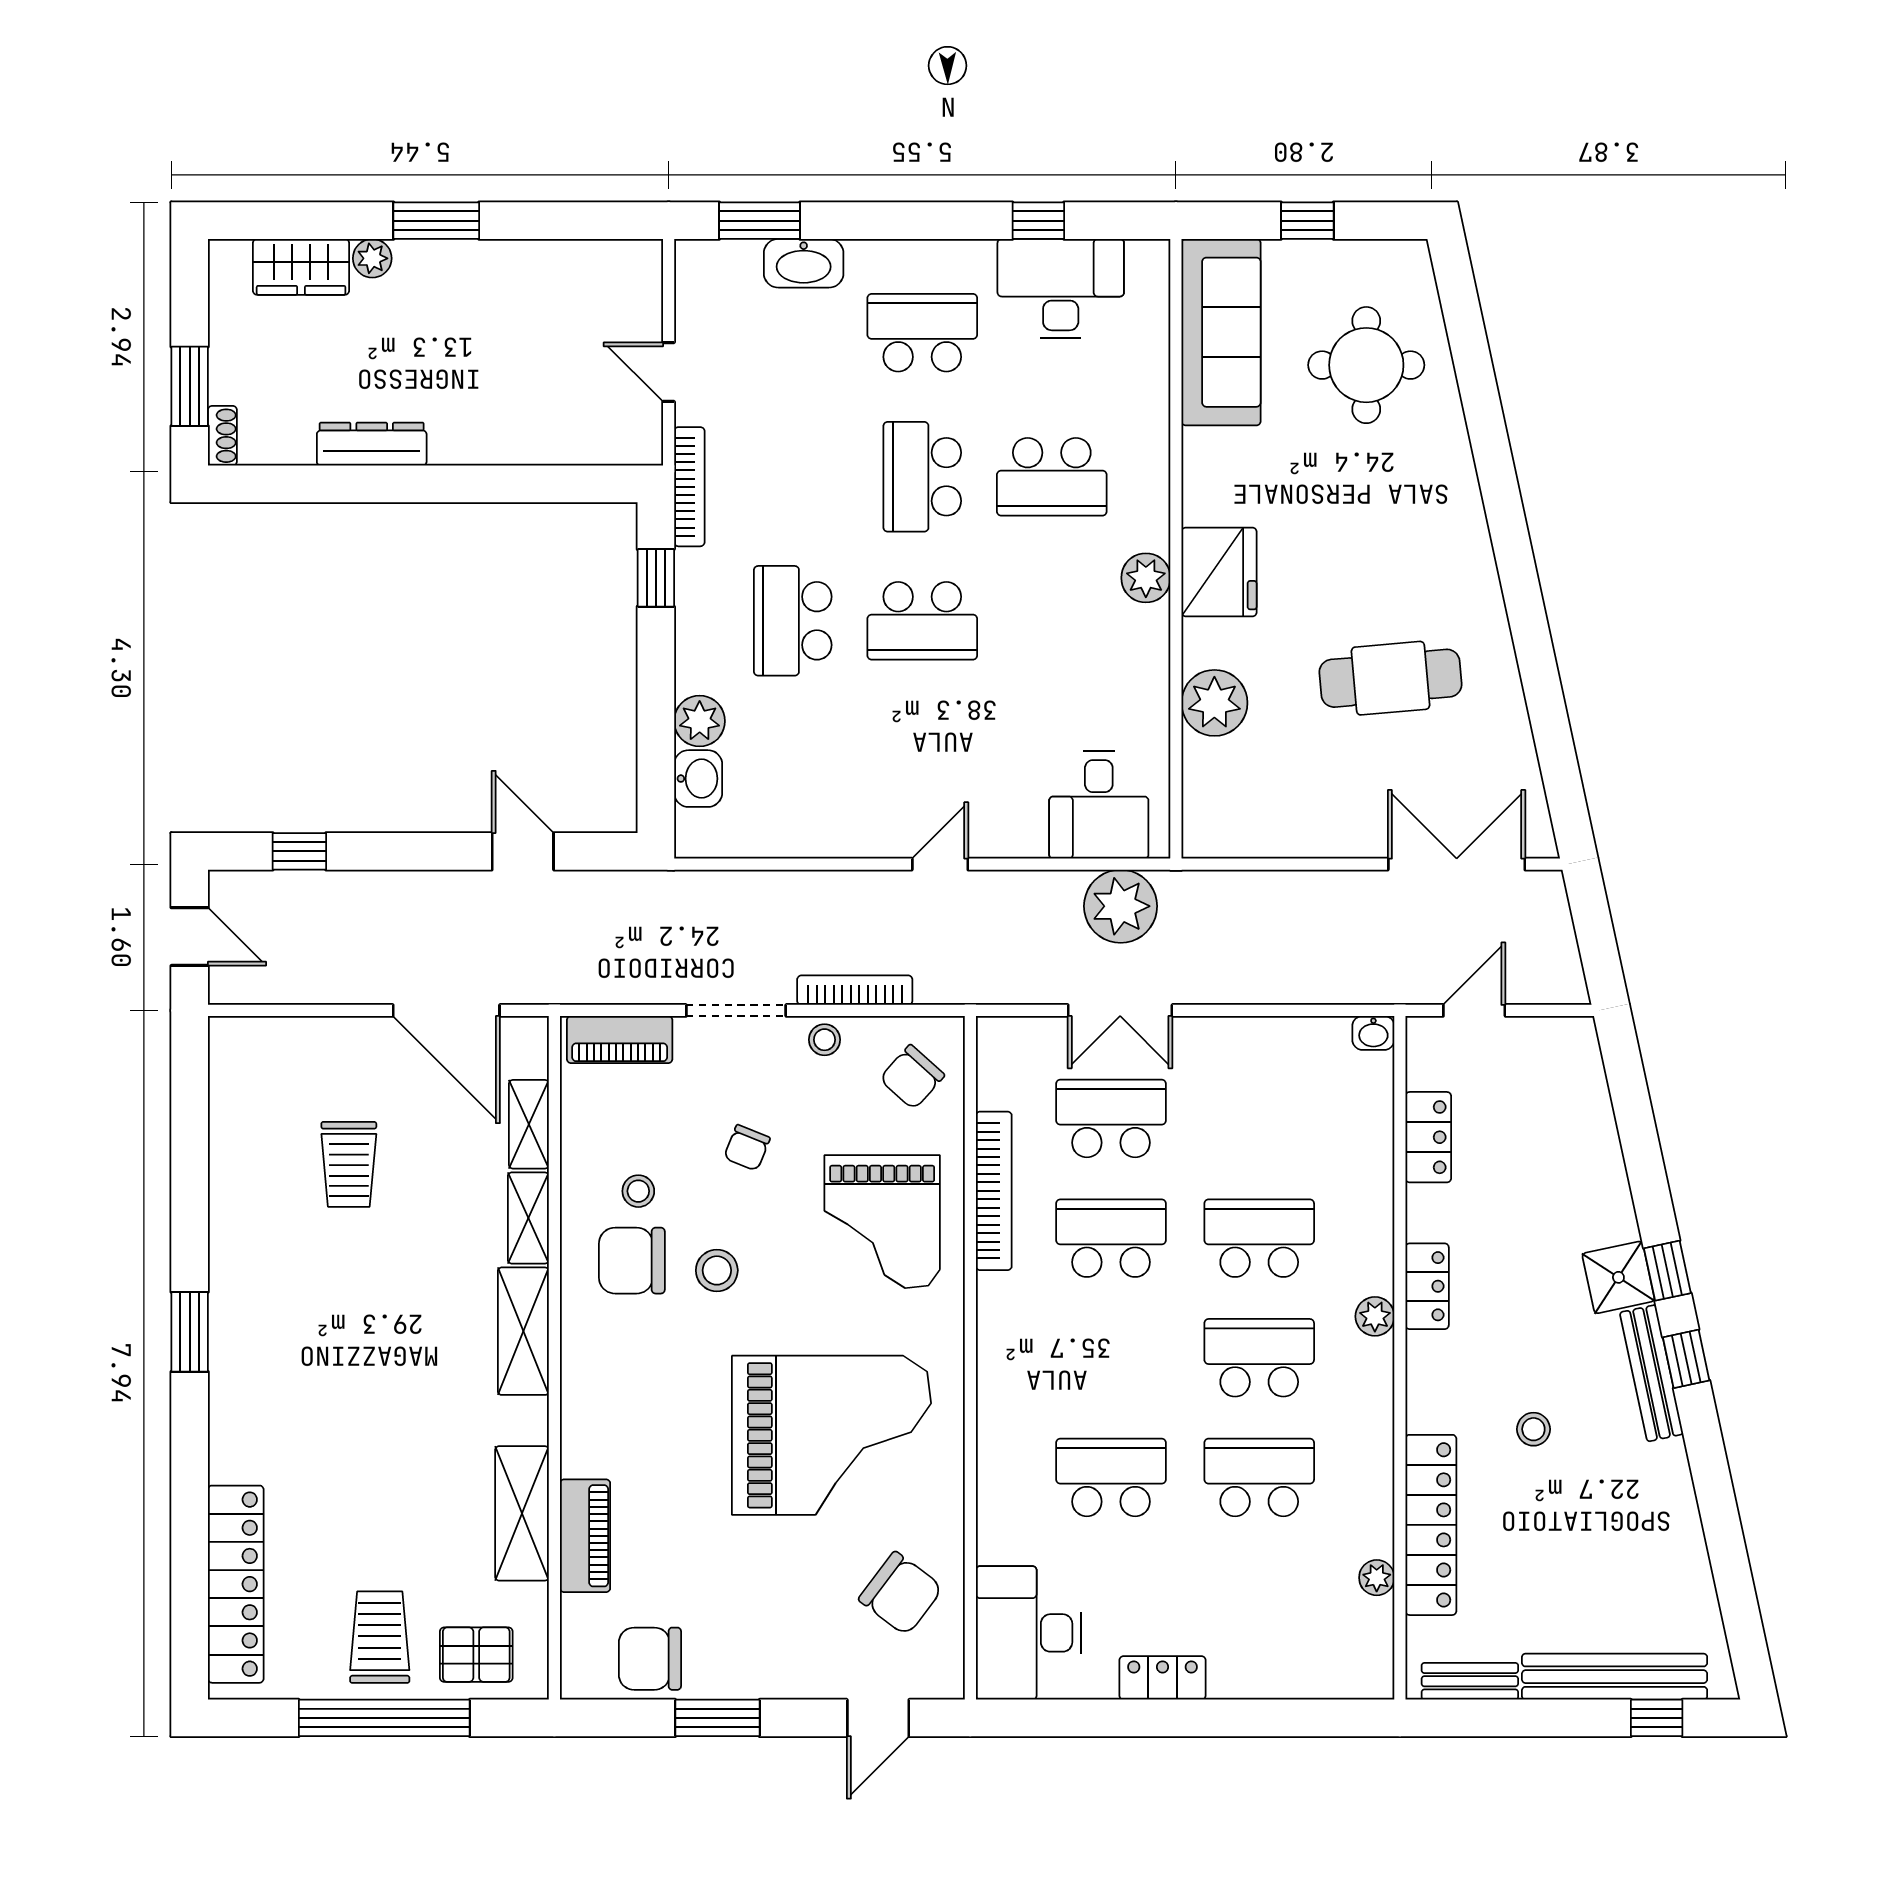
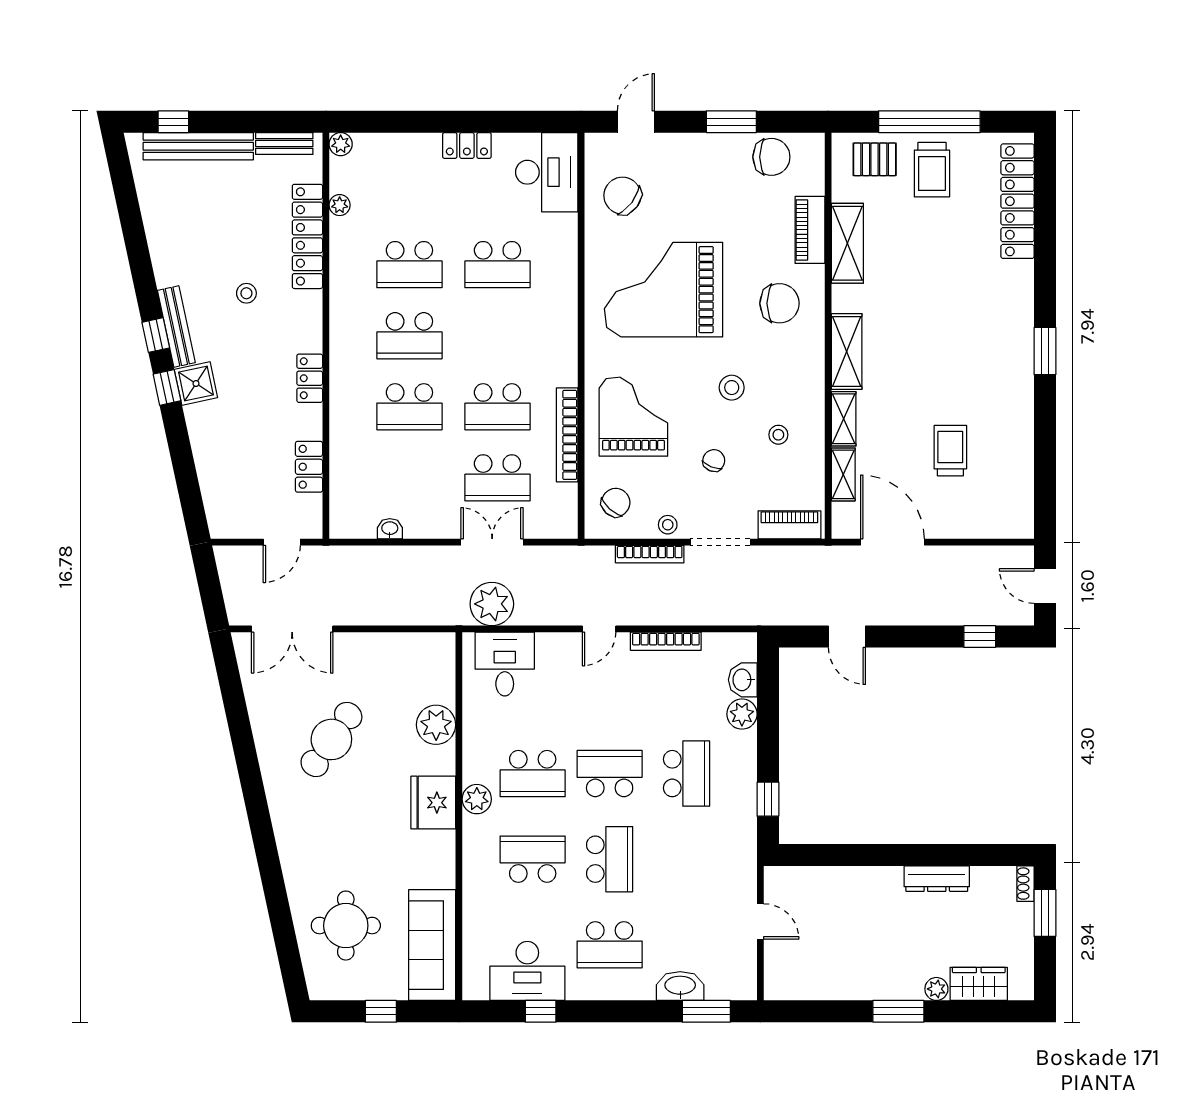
bookcase: (689, 487) -> (666, 641), moved, turned -90
school desk: (1052, 621) -> (533, 774), added
cafe table: (1390, 678) -> (331, 739), turned -50
washbasin: (1373, 1033) -> (390, 529), moved
chair: (632, 1261) -> (780, 303), moved
plant: (1375, 1316) -> (341, 144), moved

